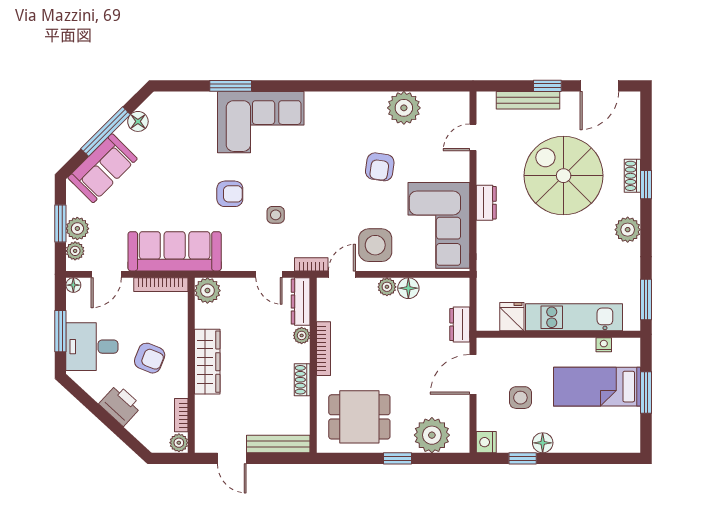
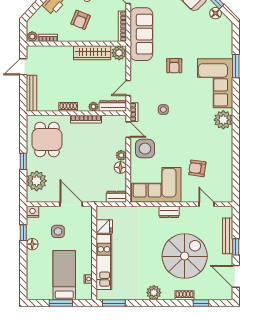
plant: (404, 108) -> (223, 120), moved
armchair: (380, 167) -> (197, 168), moved
window: (646, 185) -> (201, 303), moved
side table: (276, 215) -> (163, 110), moved
dresser: (460, 325) -> (116, 197), moved
wardrobe: (207, 362) -> (92, 53), moved

